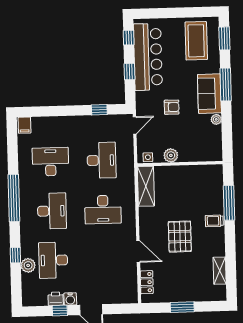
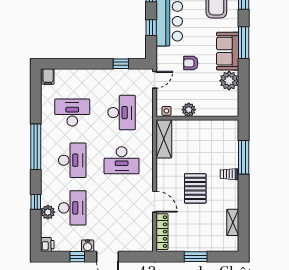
armchair: (172, 107) -> (191, 63), turned 180
plant: (216, 119) -> (229, 81), width x1.88, depth x1.88
desk: (53, 260) -> (72, 208), turned 180
locker: (147, 282) -> (162, 232), width x1.53
printer: (56, 299) -> (47, 245), moved, turned 90

